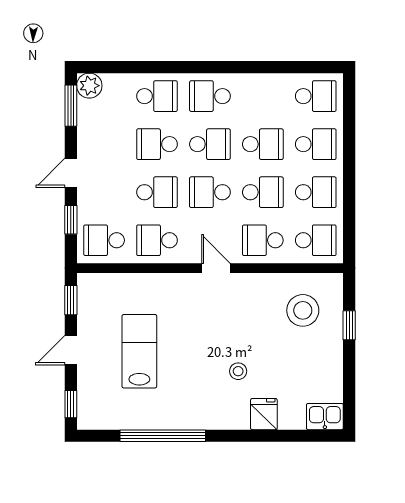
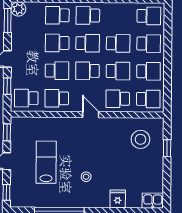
school desk: (157, 96) -> (57, 15), turned 180
stool: (238, 371) -> (86, 177), moved

